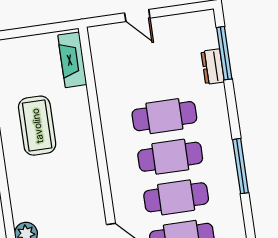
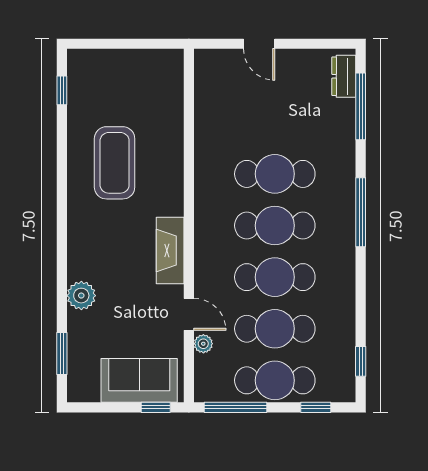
fireplace: (72, 60) -> (170, 251), moved
dresser: (213, 67) -> (344, 76), moved
window: (241, 166) -> (361, 212), moved

